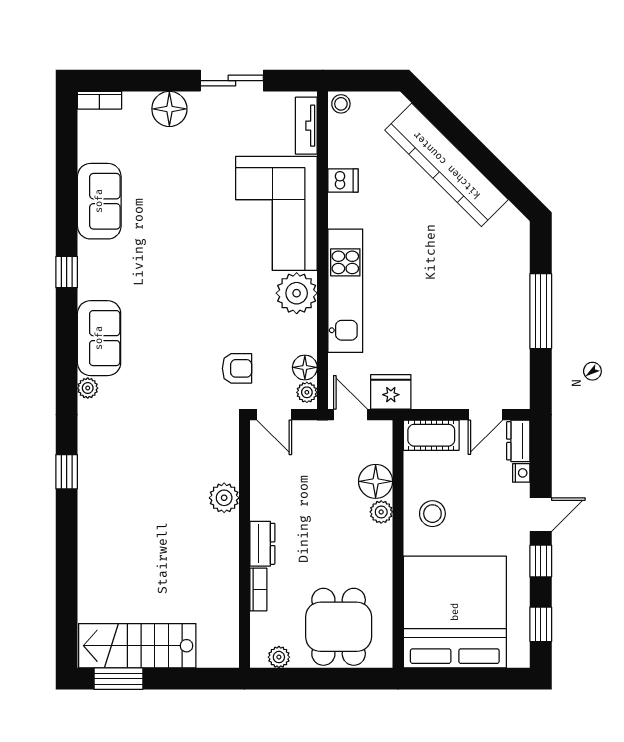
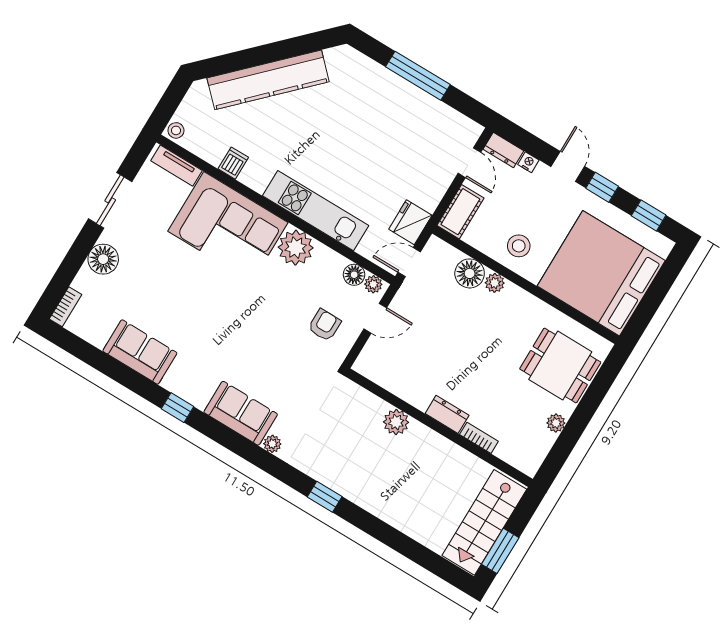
plant: (224, 498) -> (396, 422), moved
wall: (244, 544) -> (439, 428), moved
dresser: (262, 544) -> (447, 414), moved
bookcase: (258, 590) -> (479, 438), moved

